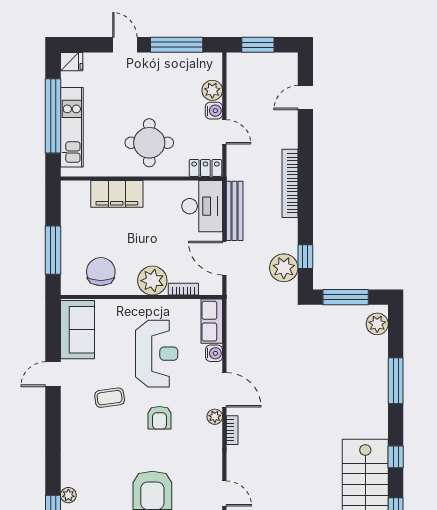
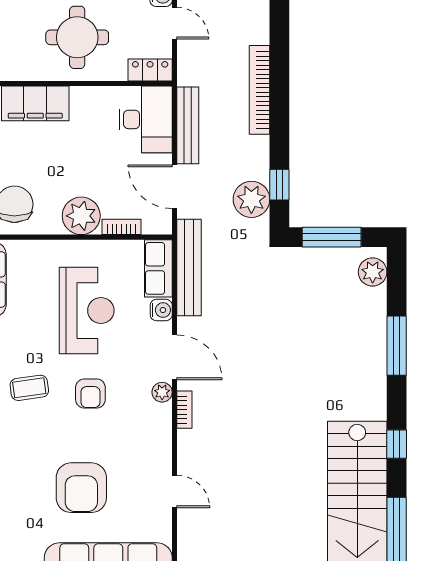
bench: (236, 320) -> (189, 268), added
coffee table: (110, 398) -> (29, 388), moved

